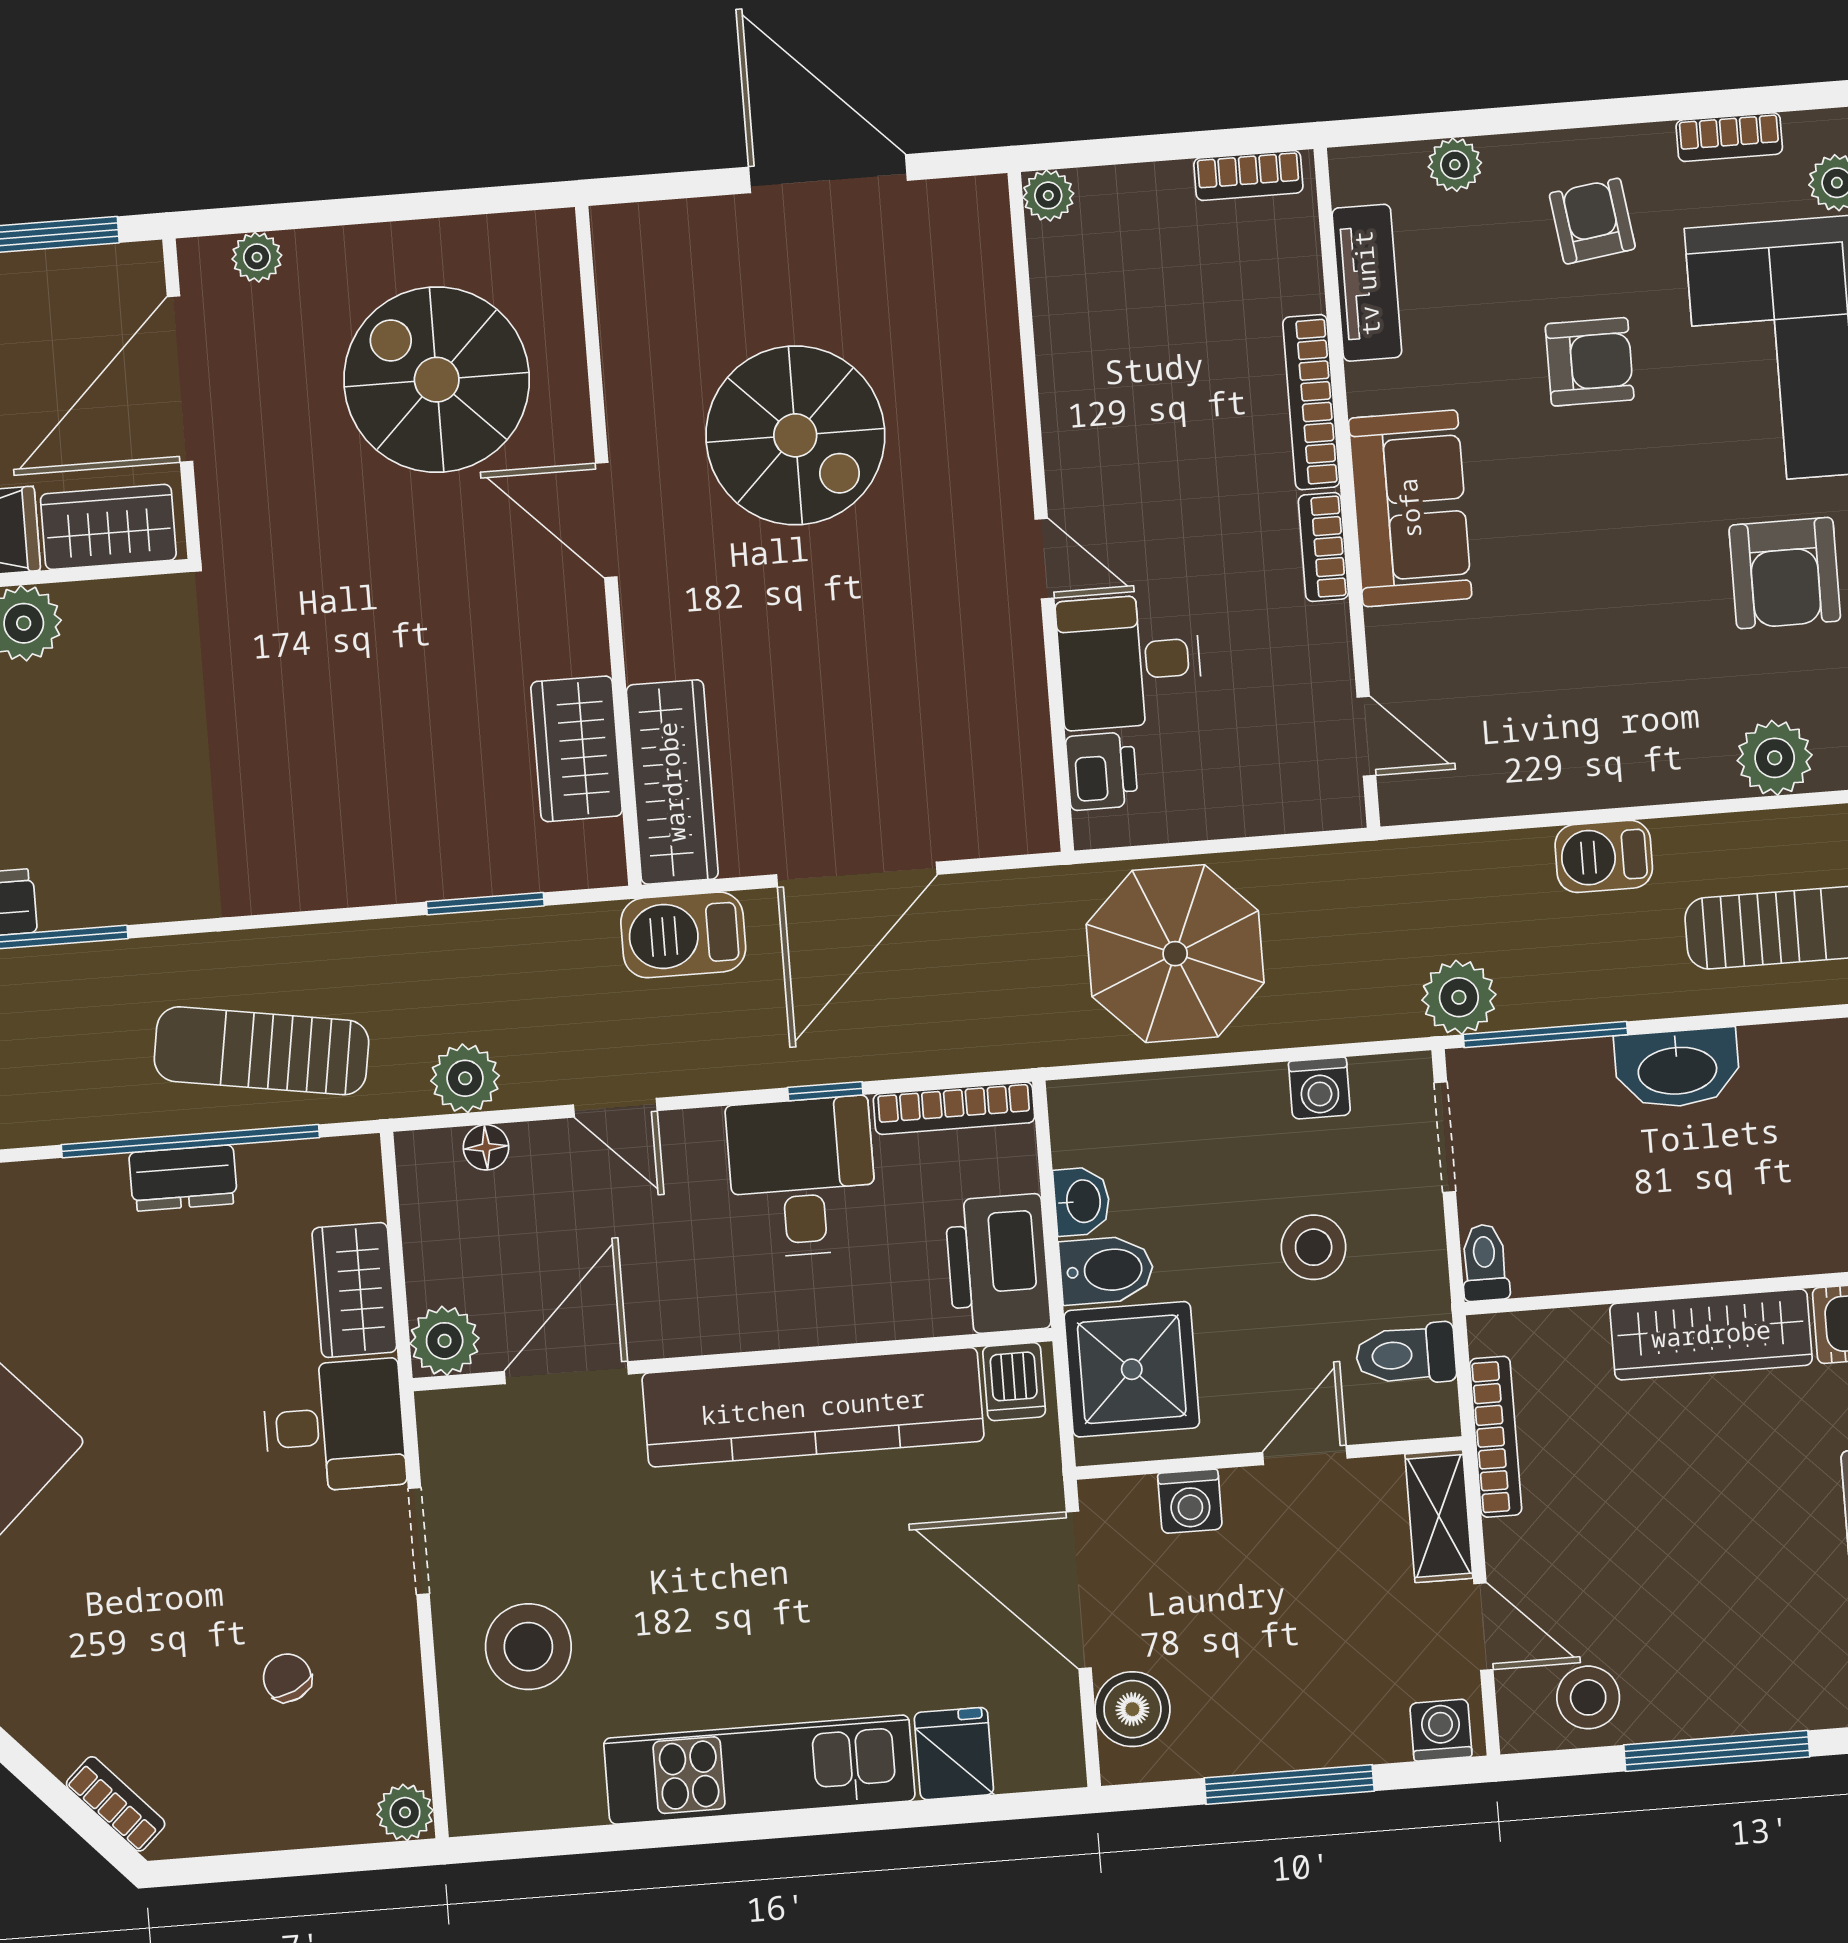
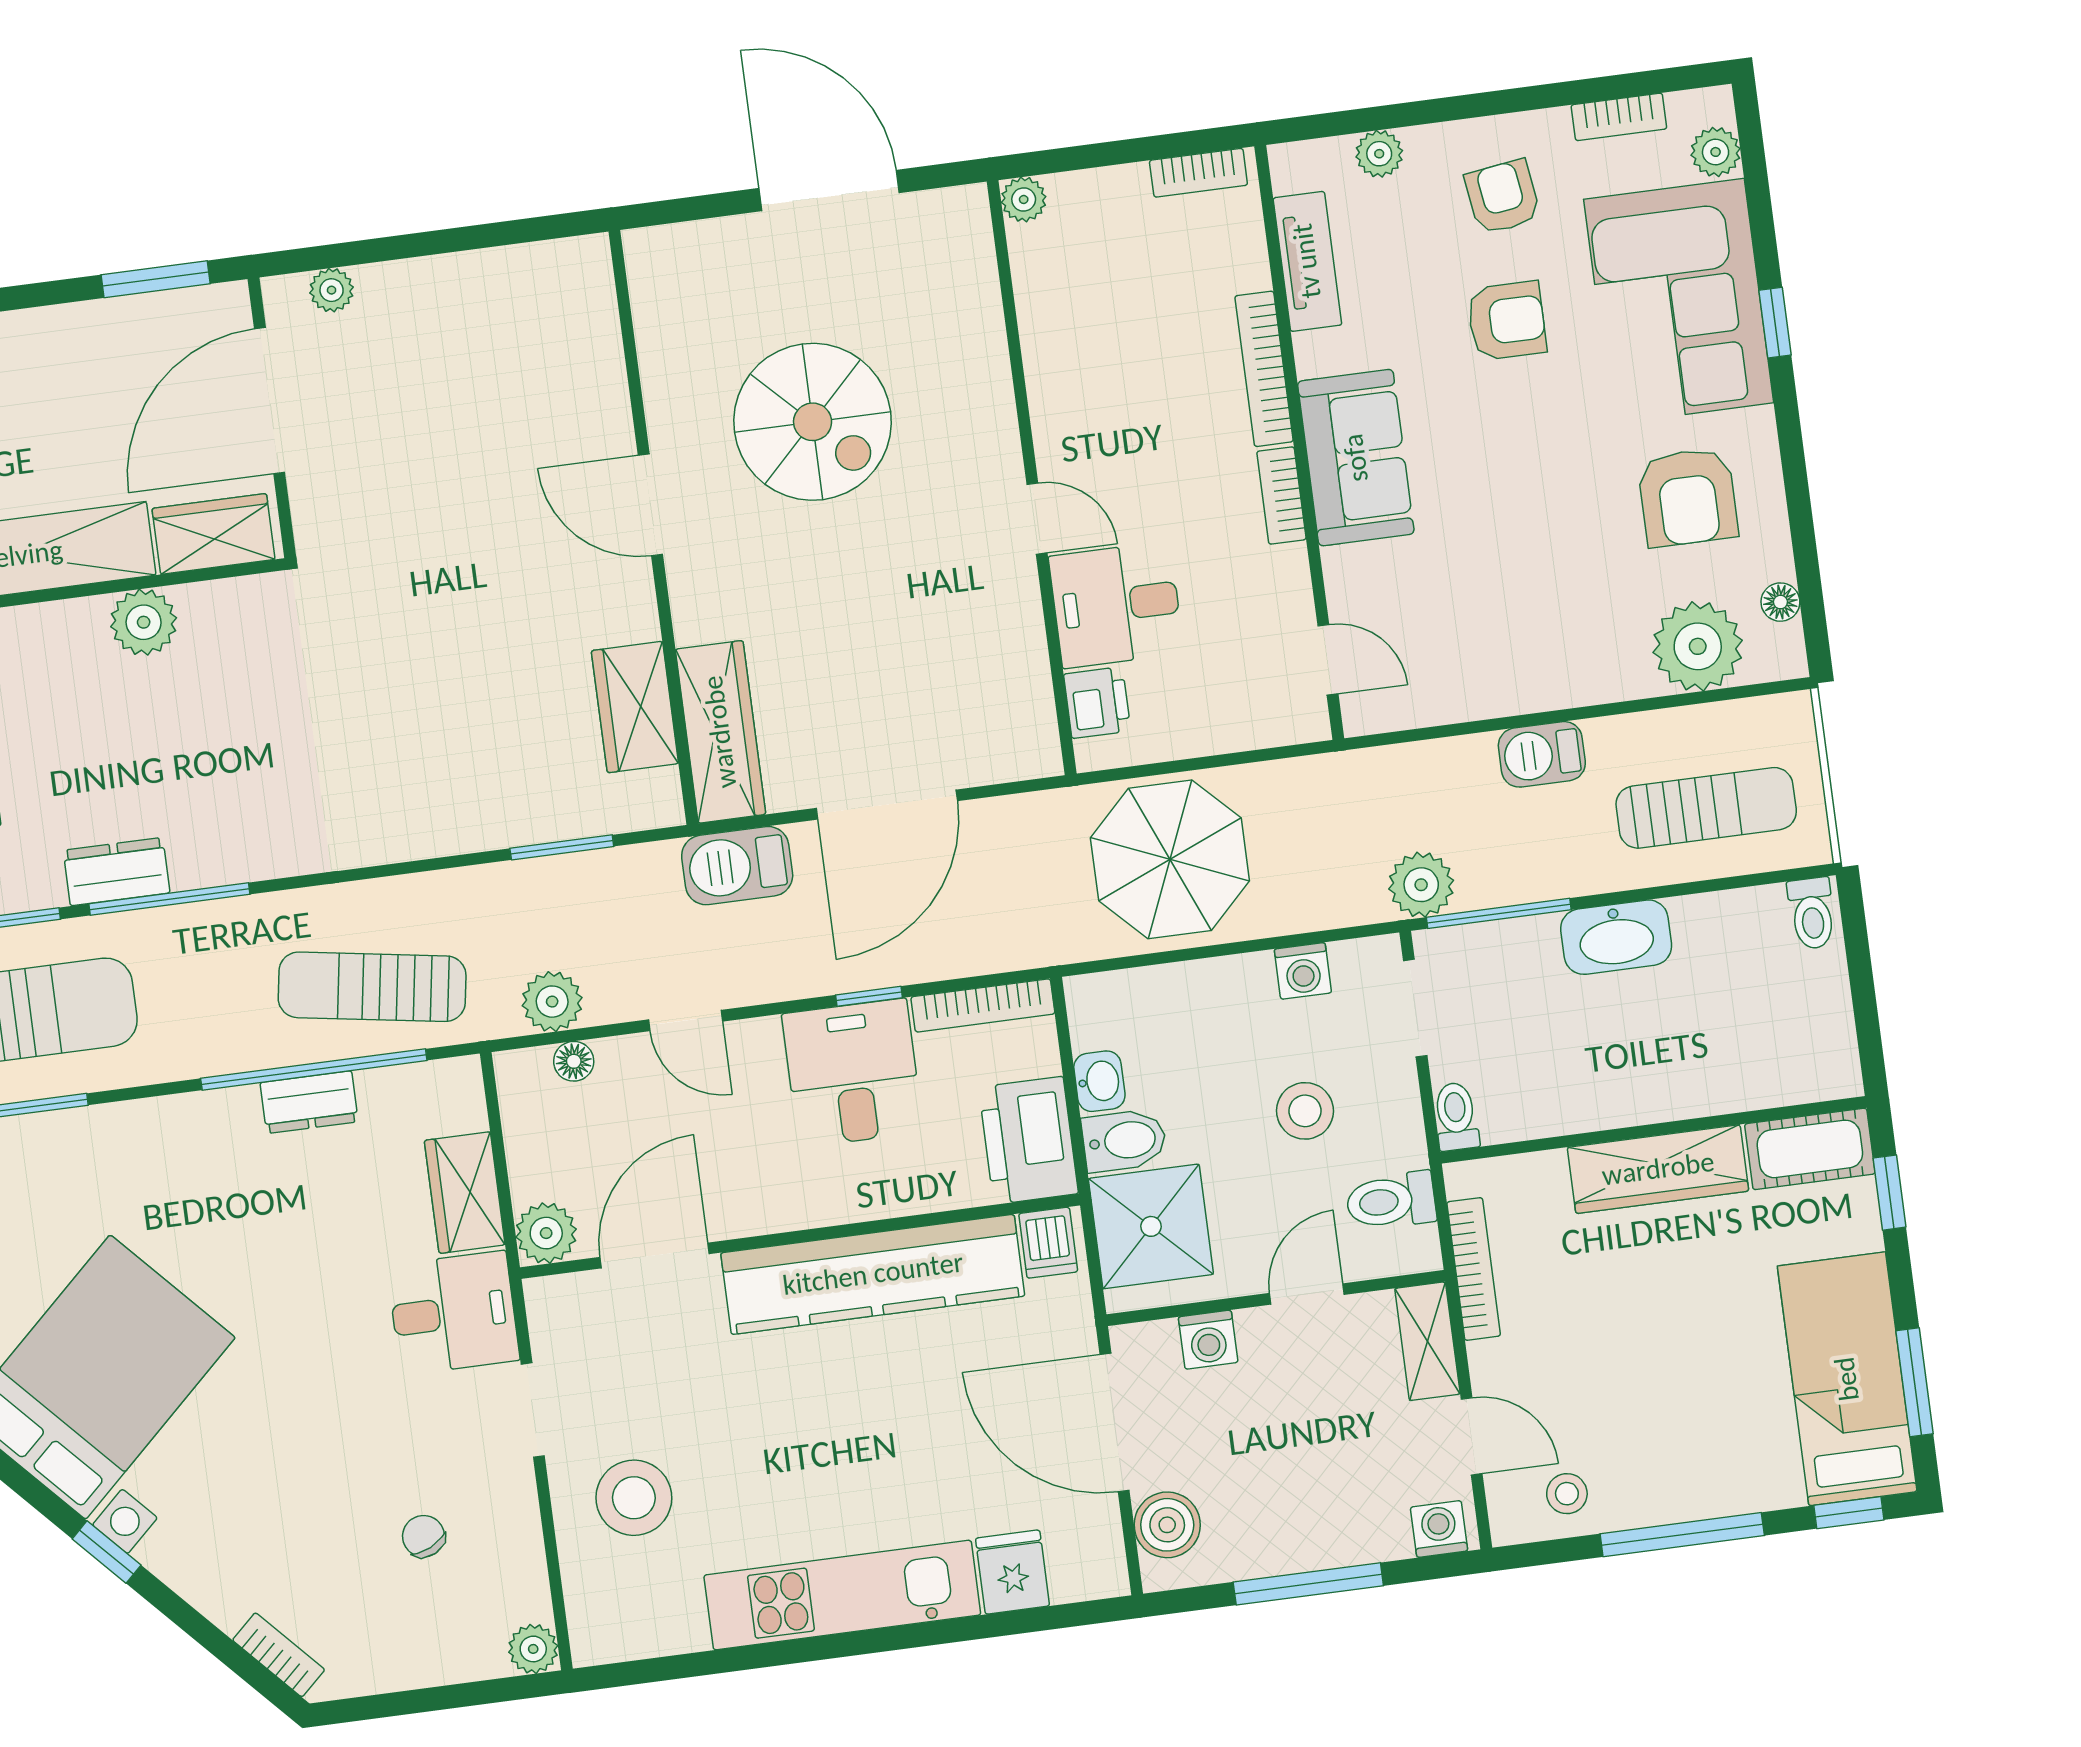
spiral stairs: (437, 380) -> (495, 389), removed
plant: (1775, 758) -> (1698, 646), width x1.36, depth x1.36
stool: (1588, 1697) -> (1567, 1494), width x0.73, depth x0.73

